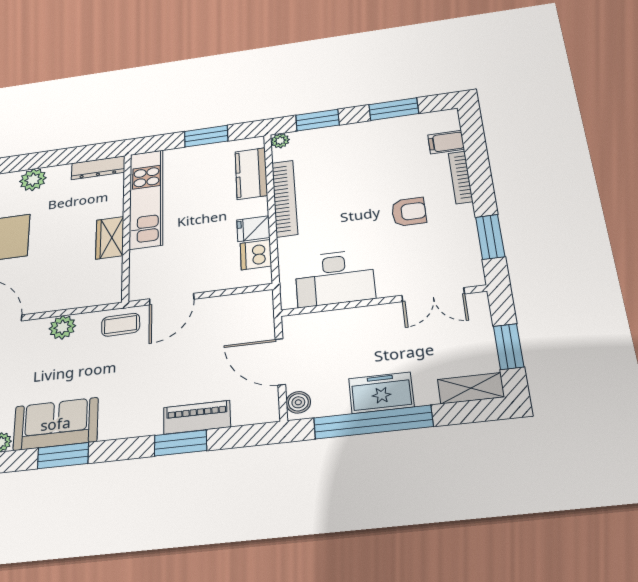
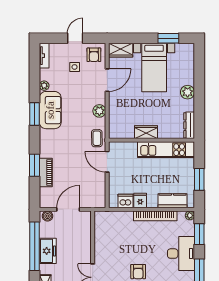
desk: (335, 278) -> (181, 254), moved, turned 180

